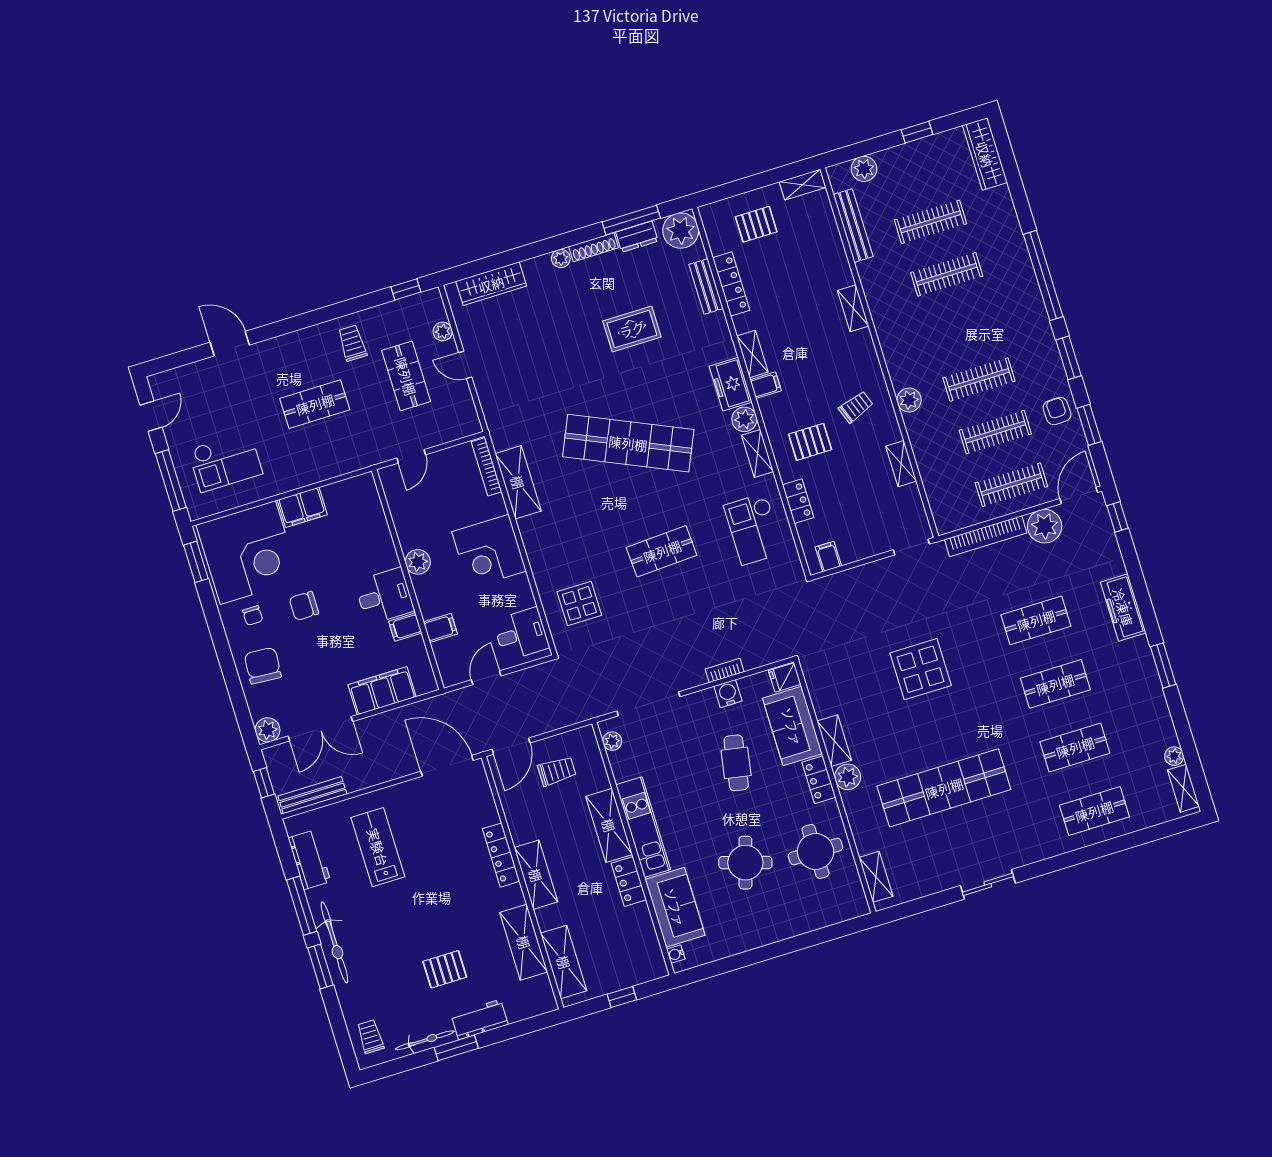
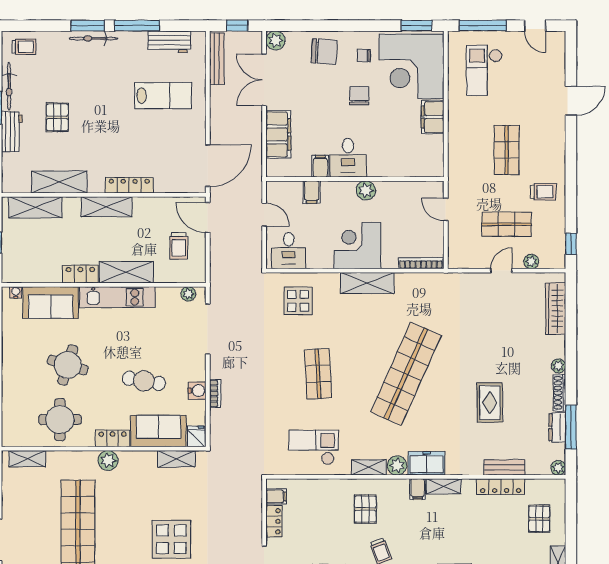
plant: (681, 231) -> (558, 468), width x0.53, depth x0.53
shelving: (518, 482) -> (367, 283), moved
locker: (798, 501) -> (274, 521), moved, turned -90
shelving: (834, 741) -> (176, 459), moved
bicycle: (334, 942) -> (94, 39), width x0.73, depth x0.71

